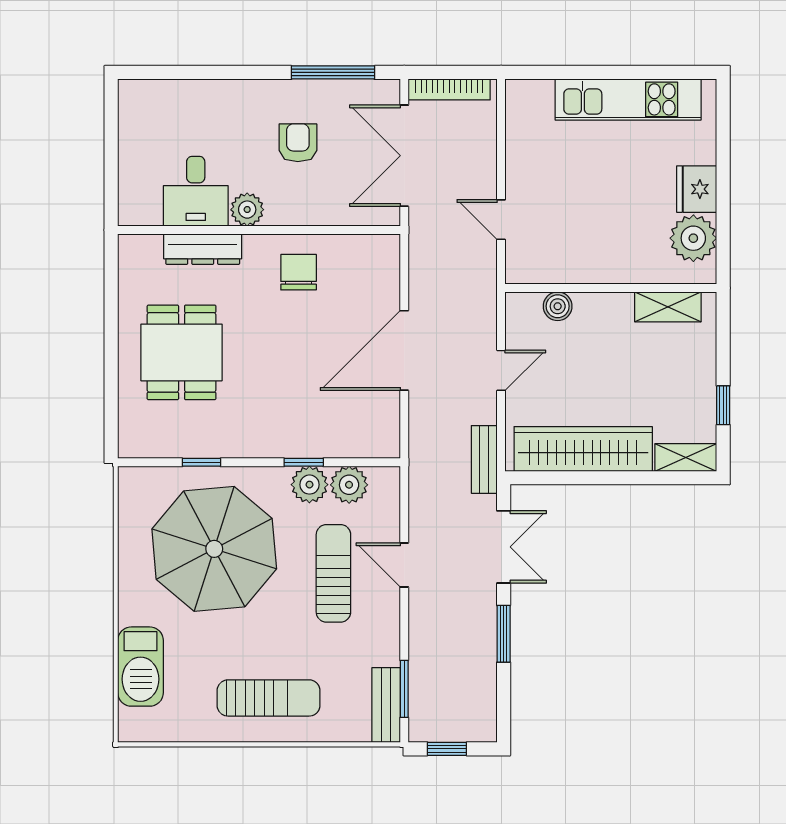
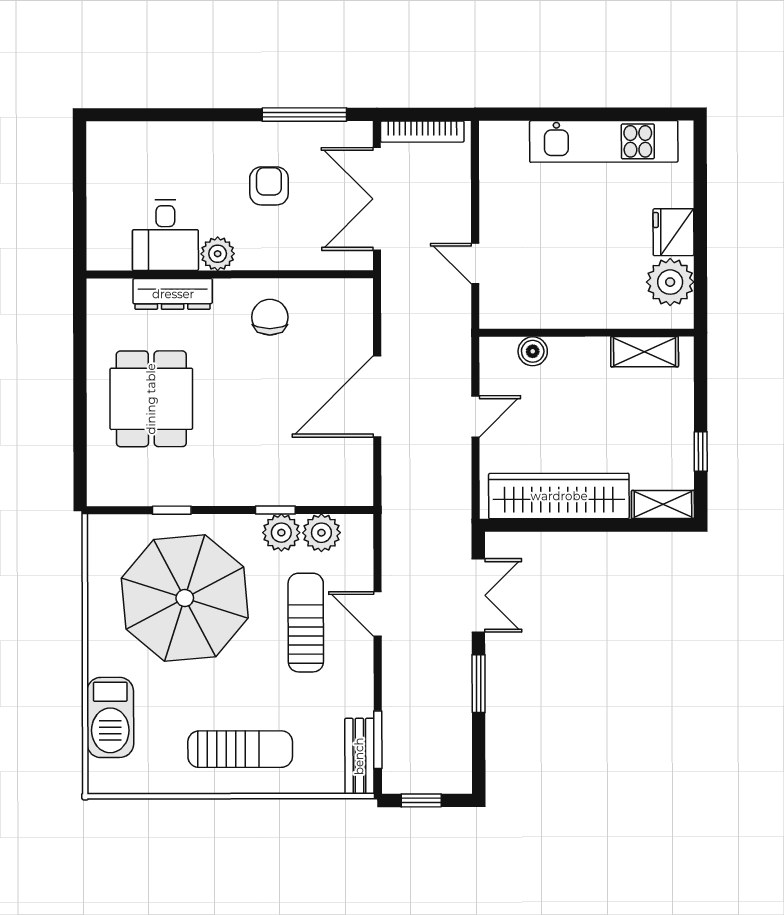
bench: (484, 459) -> (459, 507), removed

